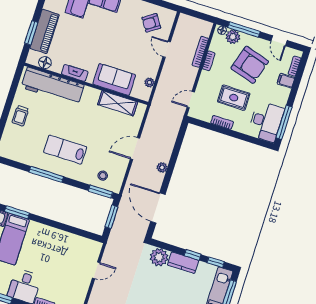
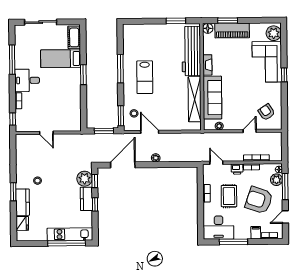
floor lamp: (45, 63) -> (208, 28), moved
armchair: (250, 65) -> (259, 200), turned 92
printer: (206, 78) -> (237, 169), added
sofa: (114, 79) -> (212, 98), width x1.36
window: (12, 93) -> (176, 21), added
shelving: (118, 103) -> (195, 99), width x1.47
trolley: (20, 116) -> (160, 33), removed
window: (284, 122) -> (233, 242), moved
door: (135, 149) -> (150, 132), moved
lab bench: (65, 150) -> (145, 77), turned 180
window: (17, 212) -> (83, 75), moved
window: (216, 262) -> (95, 181), moved
door: (96, 270) -> (46, 133), moved

